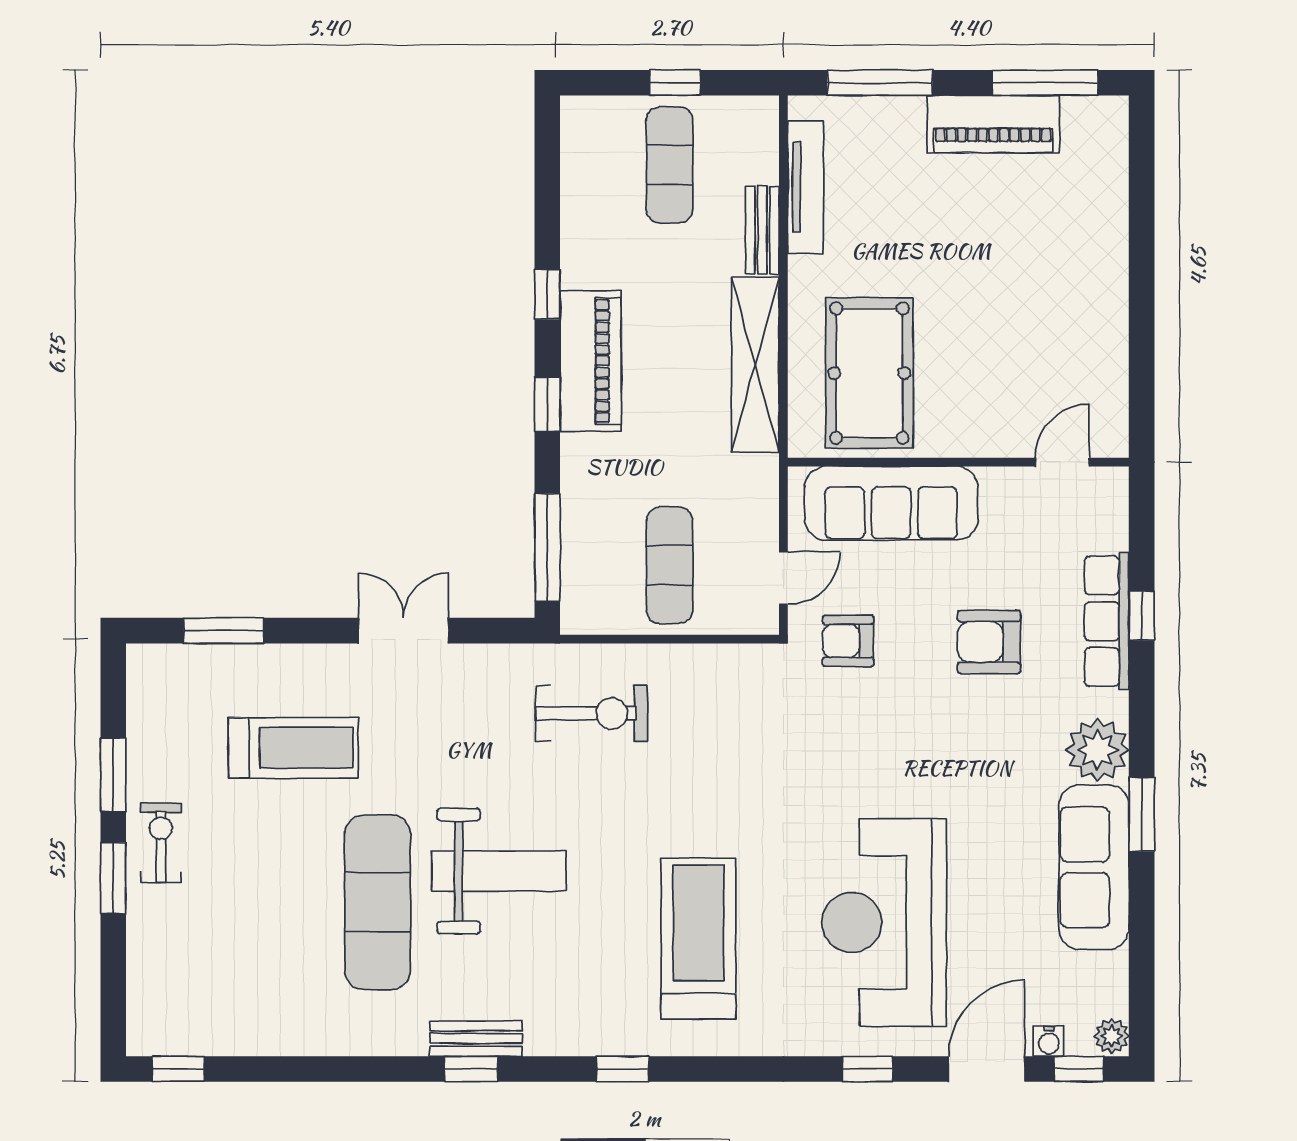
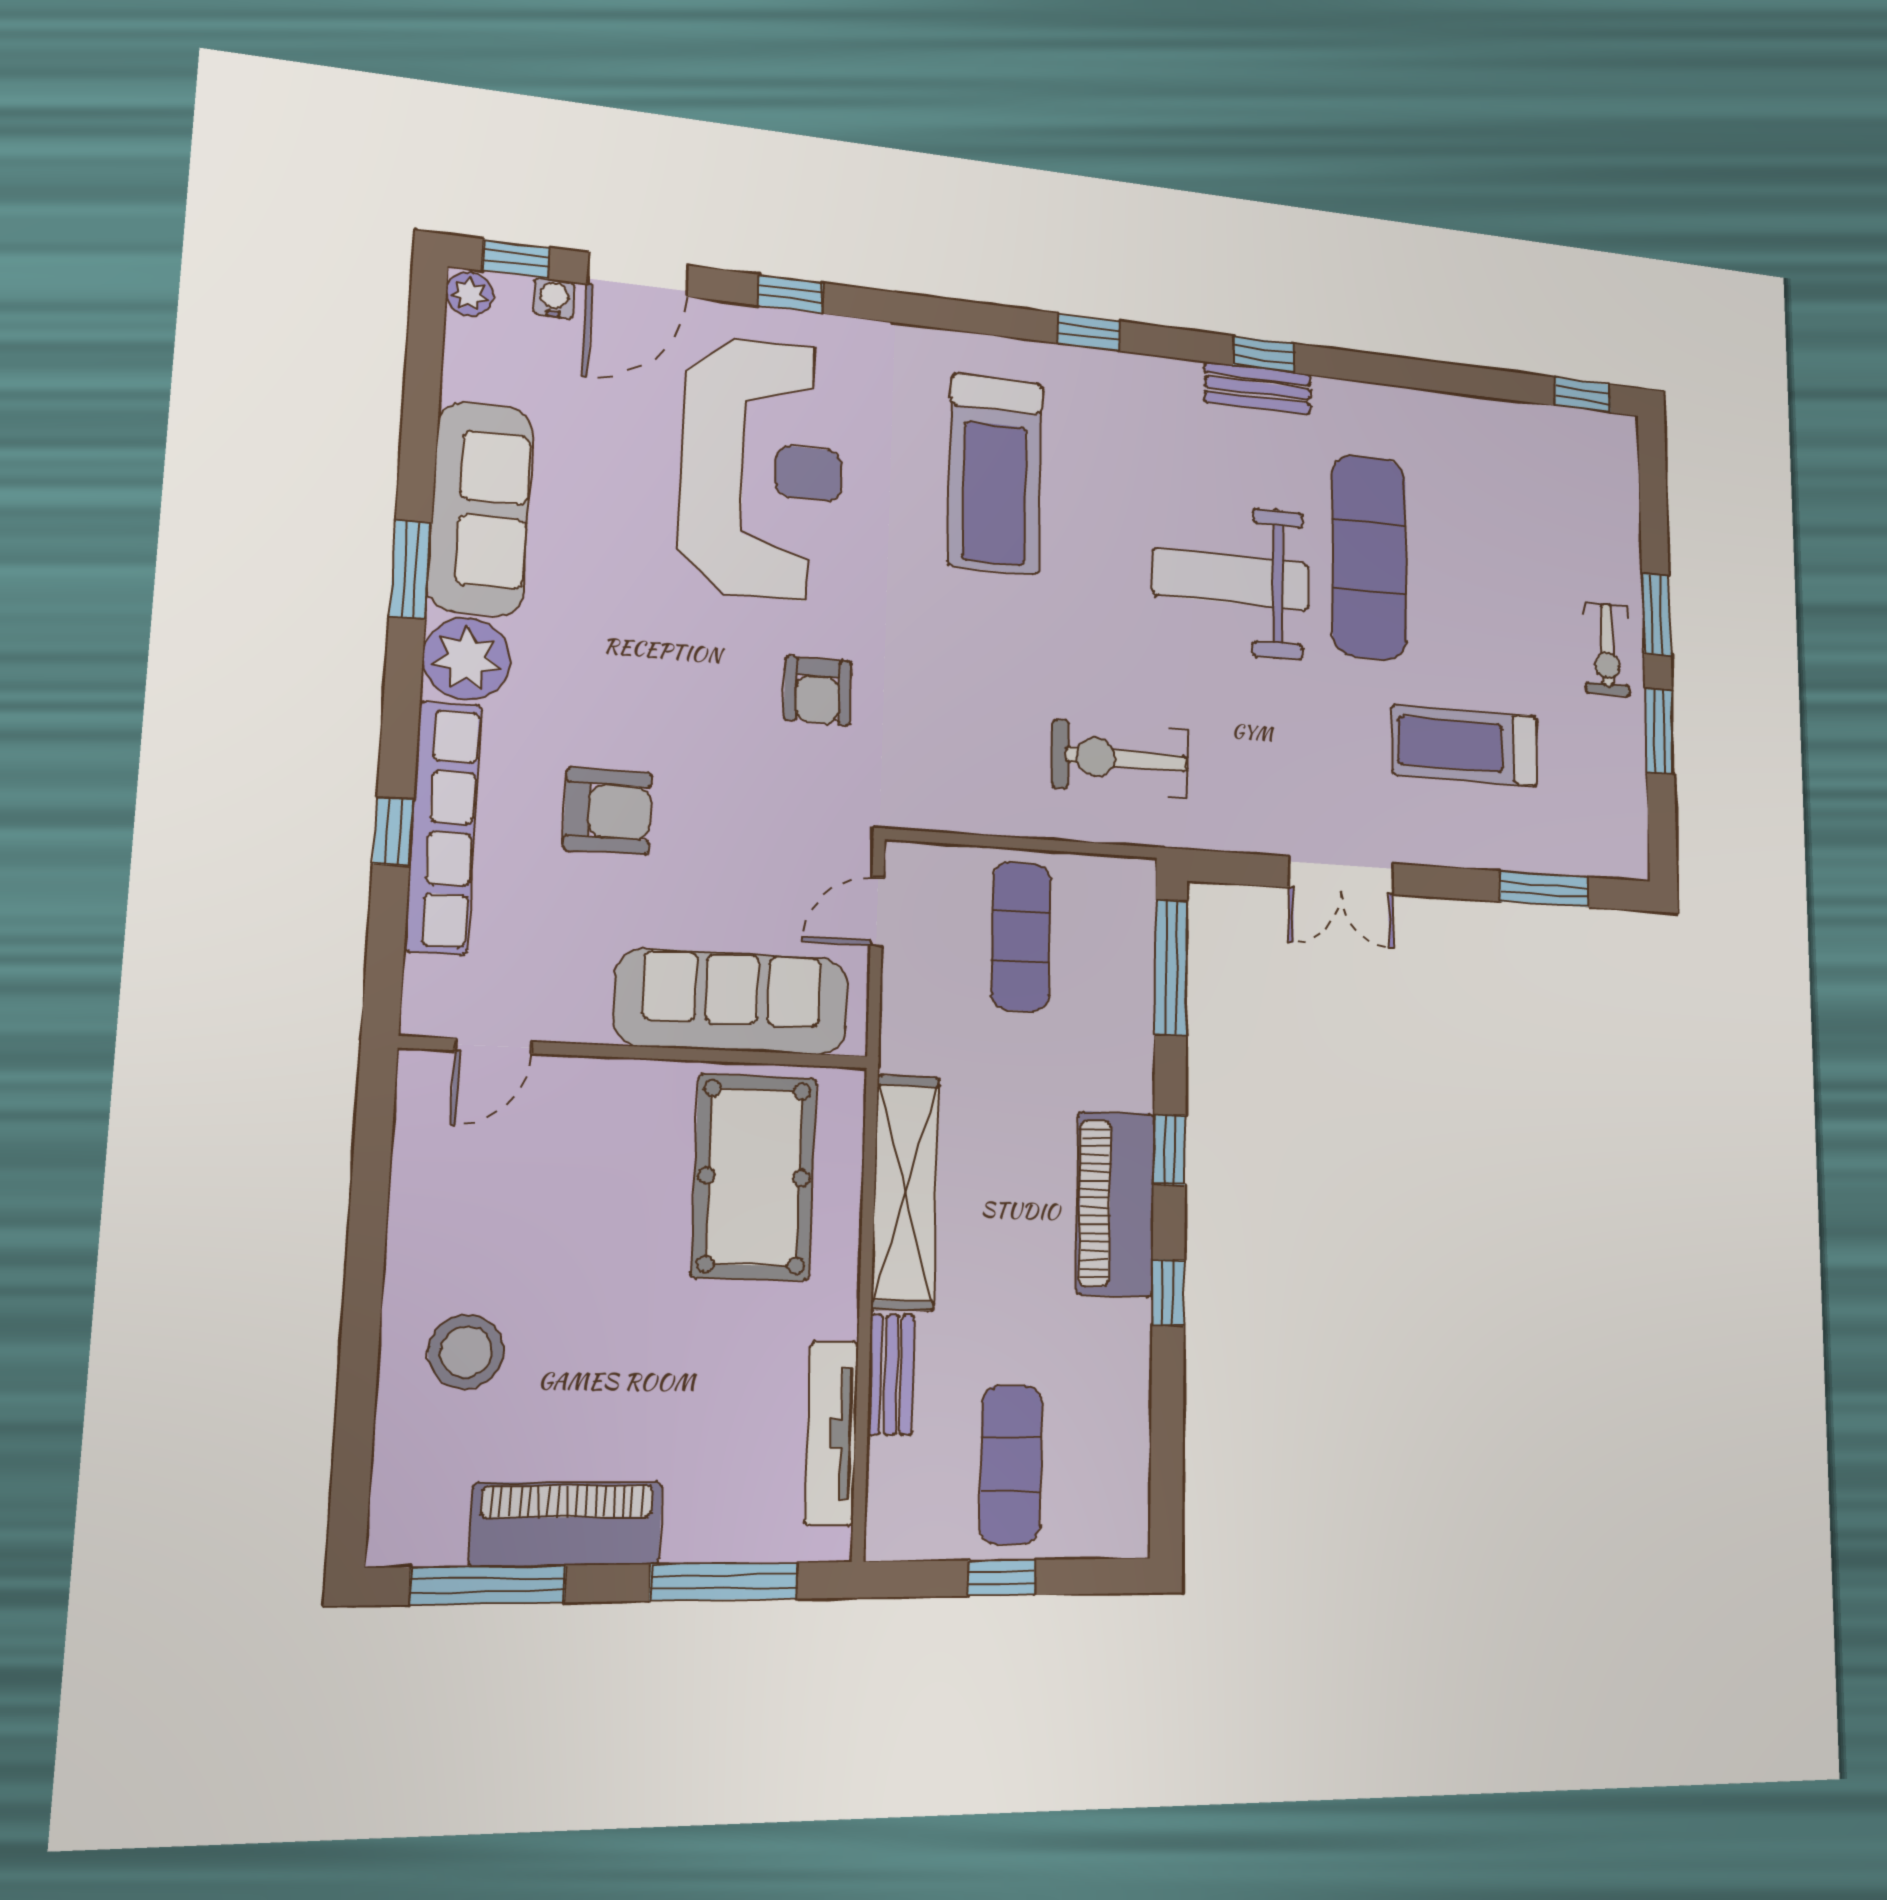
stool: (1069, 243) -> (466, 1352), added
row of seats: (1107, 621) -> (443, 827), width x1.36
armchair: (848, 641) -> (818, 691), moved, turned 90

